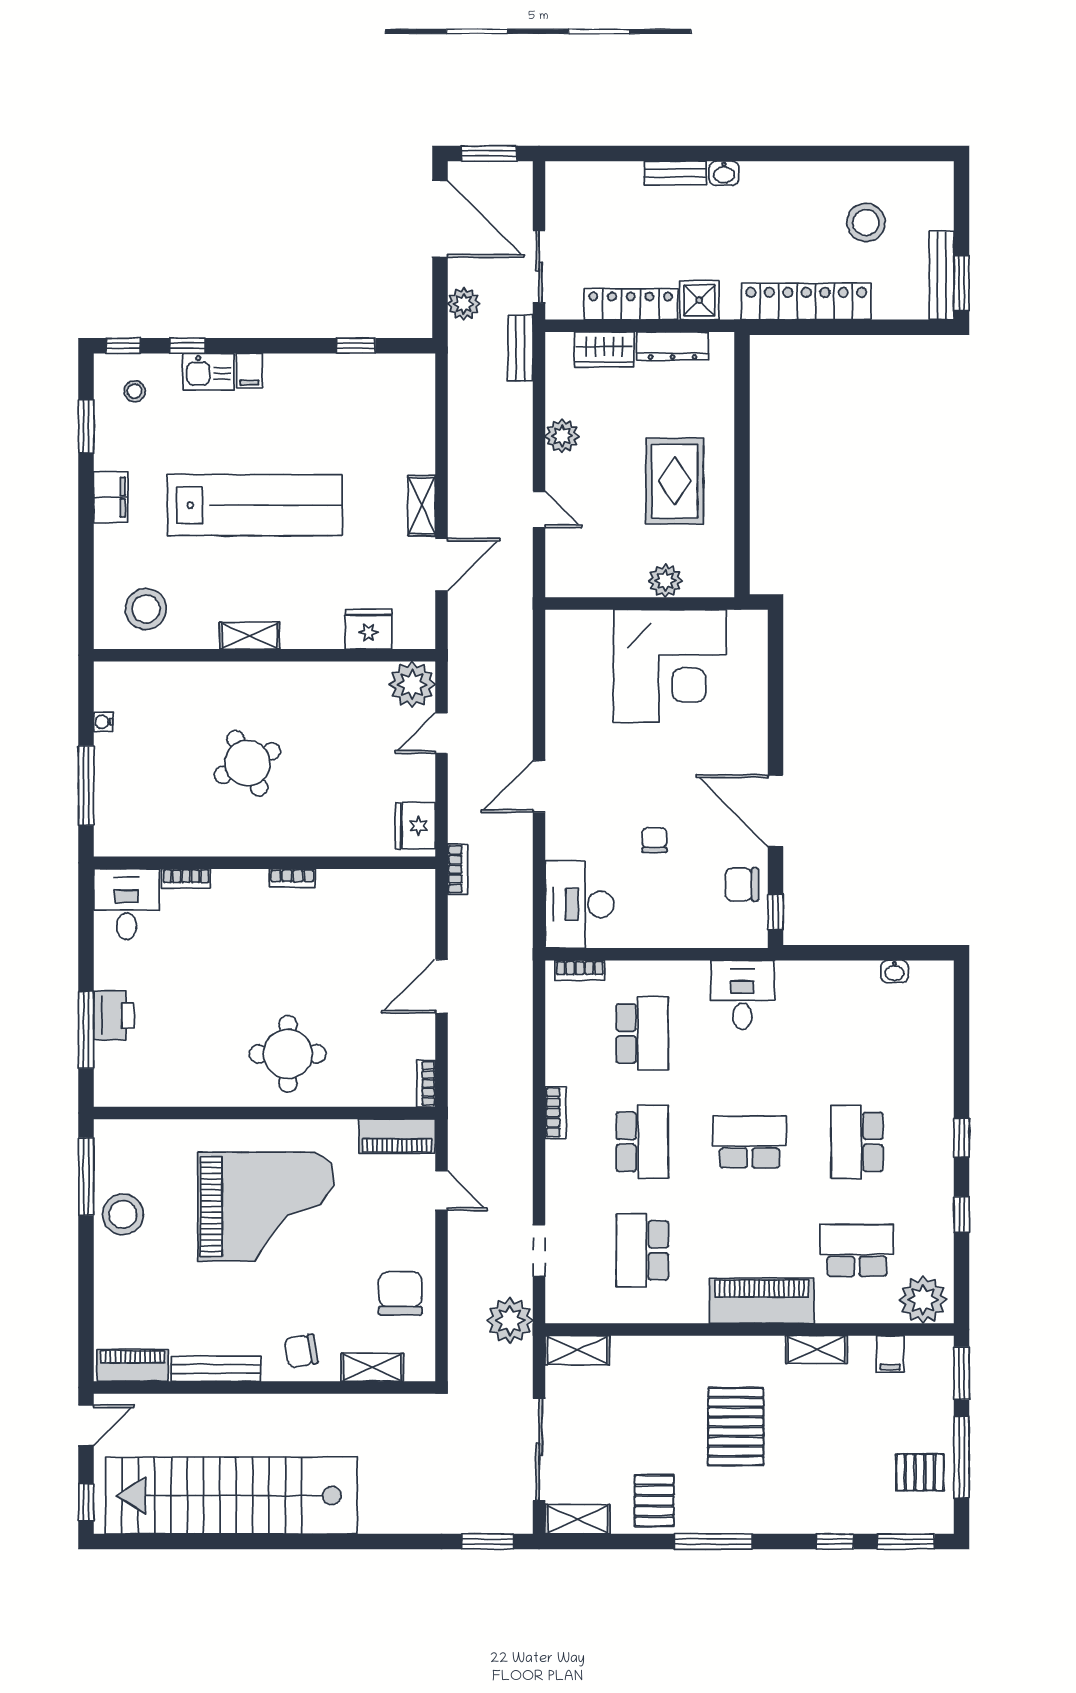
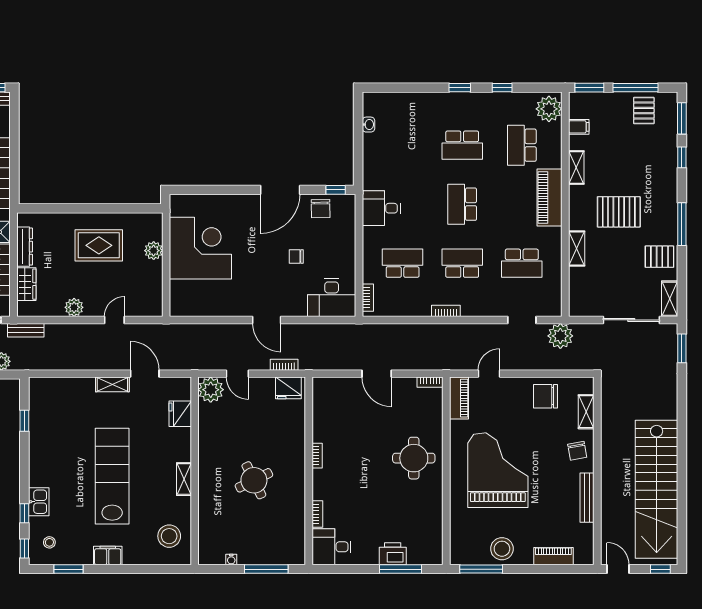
filing cabinet: (249, 371) -> (38, 479), removed
bookcase: (458, 869) -> (284, 365), moved
shelving: (577, 1350) -> (577, 249), moved
piano: (133, 1365) -> (553, 556), moved, turned 90

